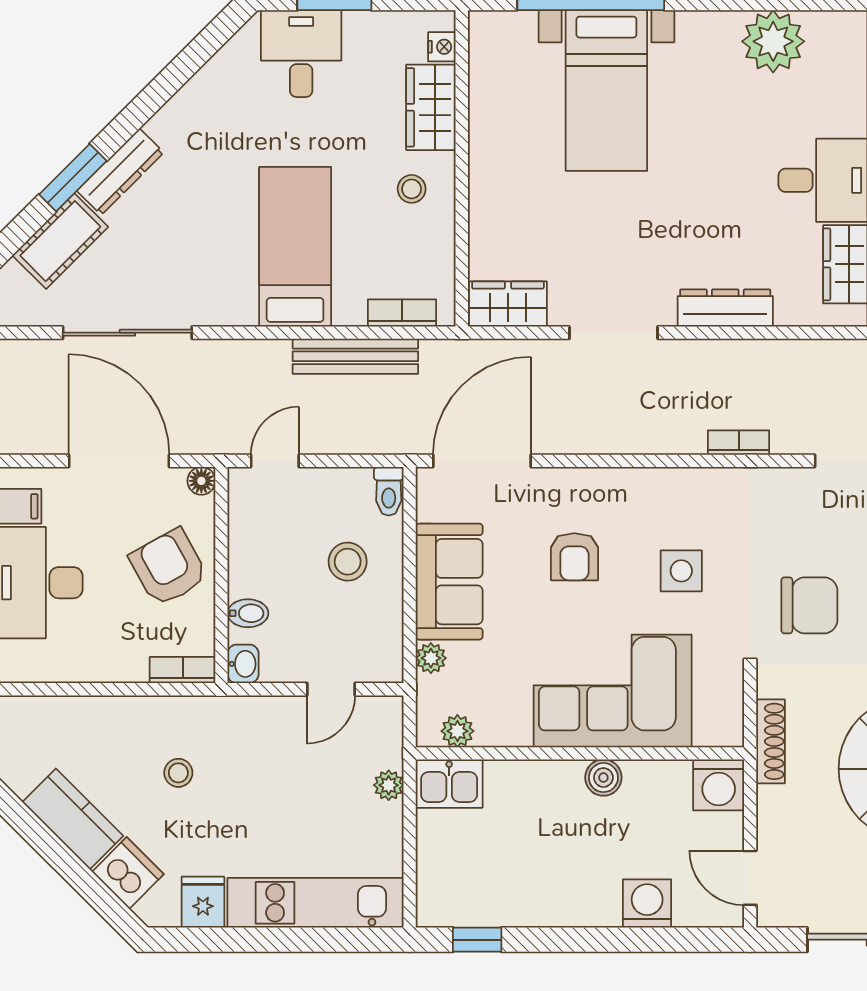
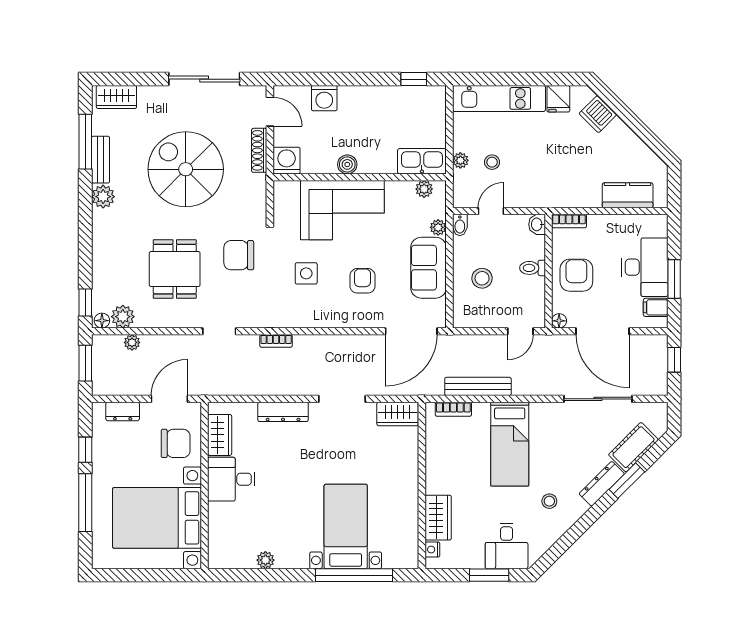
plant: (773, 41) -> (265, 560), width x0.53, depth x0.53
stool: (412, 189) -> (549, 501), moved
toilet: (389, 491) -> (533, 268), moved, turned -90
armchair: (169, 567) -> (576, 275), turned -151
bidet: (248, 613) -> (460, 225), moved, turned -90
shoe rack: (770, 741) -> (259, 150), moved
stool: (178, 773) -> (492, 162), moved
kitchen sink: (449, 784) -> (422, 161), width x1.38
kitchen counter: (73, 819) -> (628, 195), moved, turned 135

